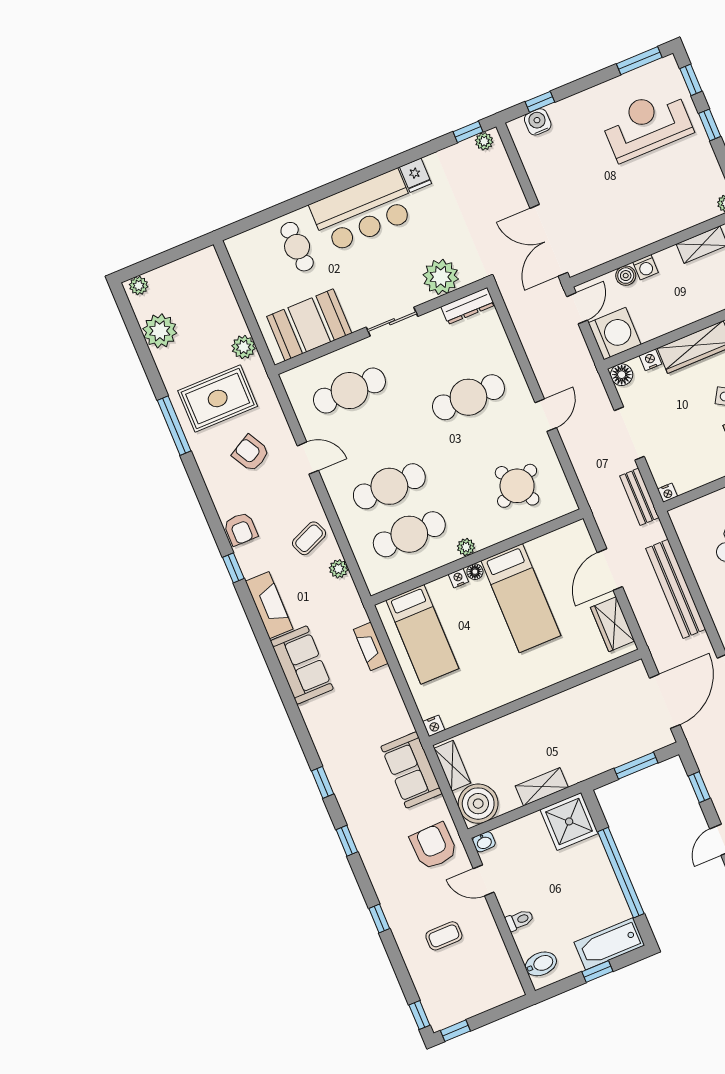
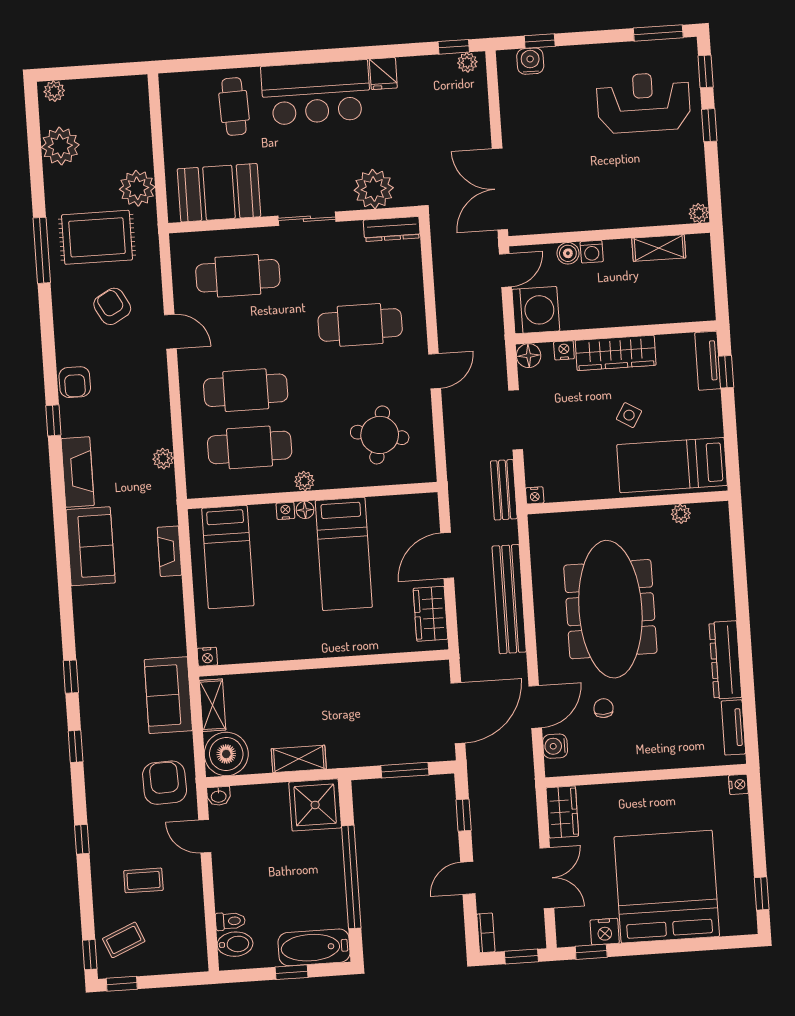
plant: (244, 347) -> (137, 188), width x1.36, depth x1.36
round table: (517, 486) -> (380, 435), turned 38
coffee table: (309, 538) -> (124, 940), moved
toilet: (519, 920) -> (230, 921), moved

